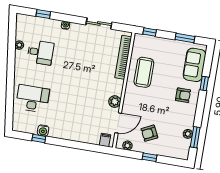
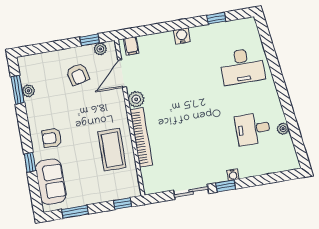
window: (43, 14) -> (226, 186), moved
bookcase: (123, 57) -> (141, 137), moved
water cooler: (43, 131) -> (182, 36), moved
armchair: (149, 133) -> (78, 74), turned 103
window: (150, 157) -> (90, 40), moved

